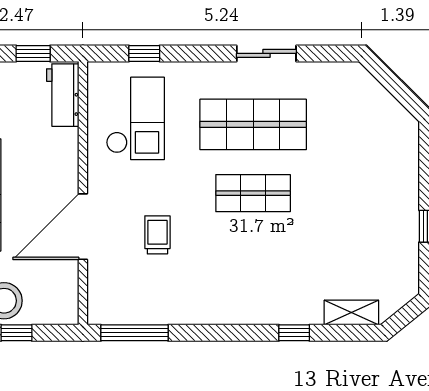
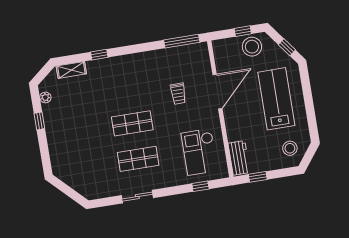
shop shelf: (253, 124) -> (138, 159), width x0.70, depth x0.74
plant: (409, 269) -> (45, 97), added

